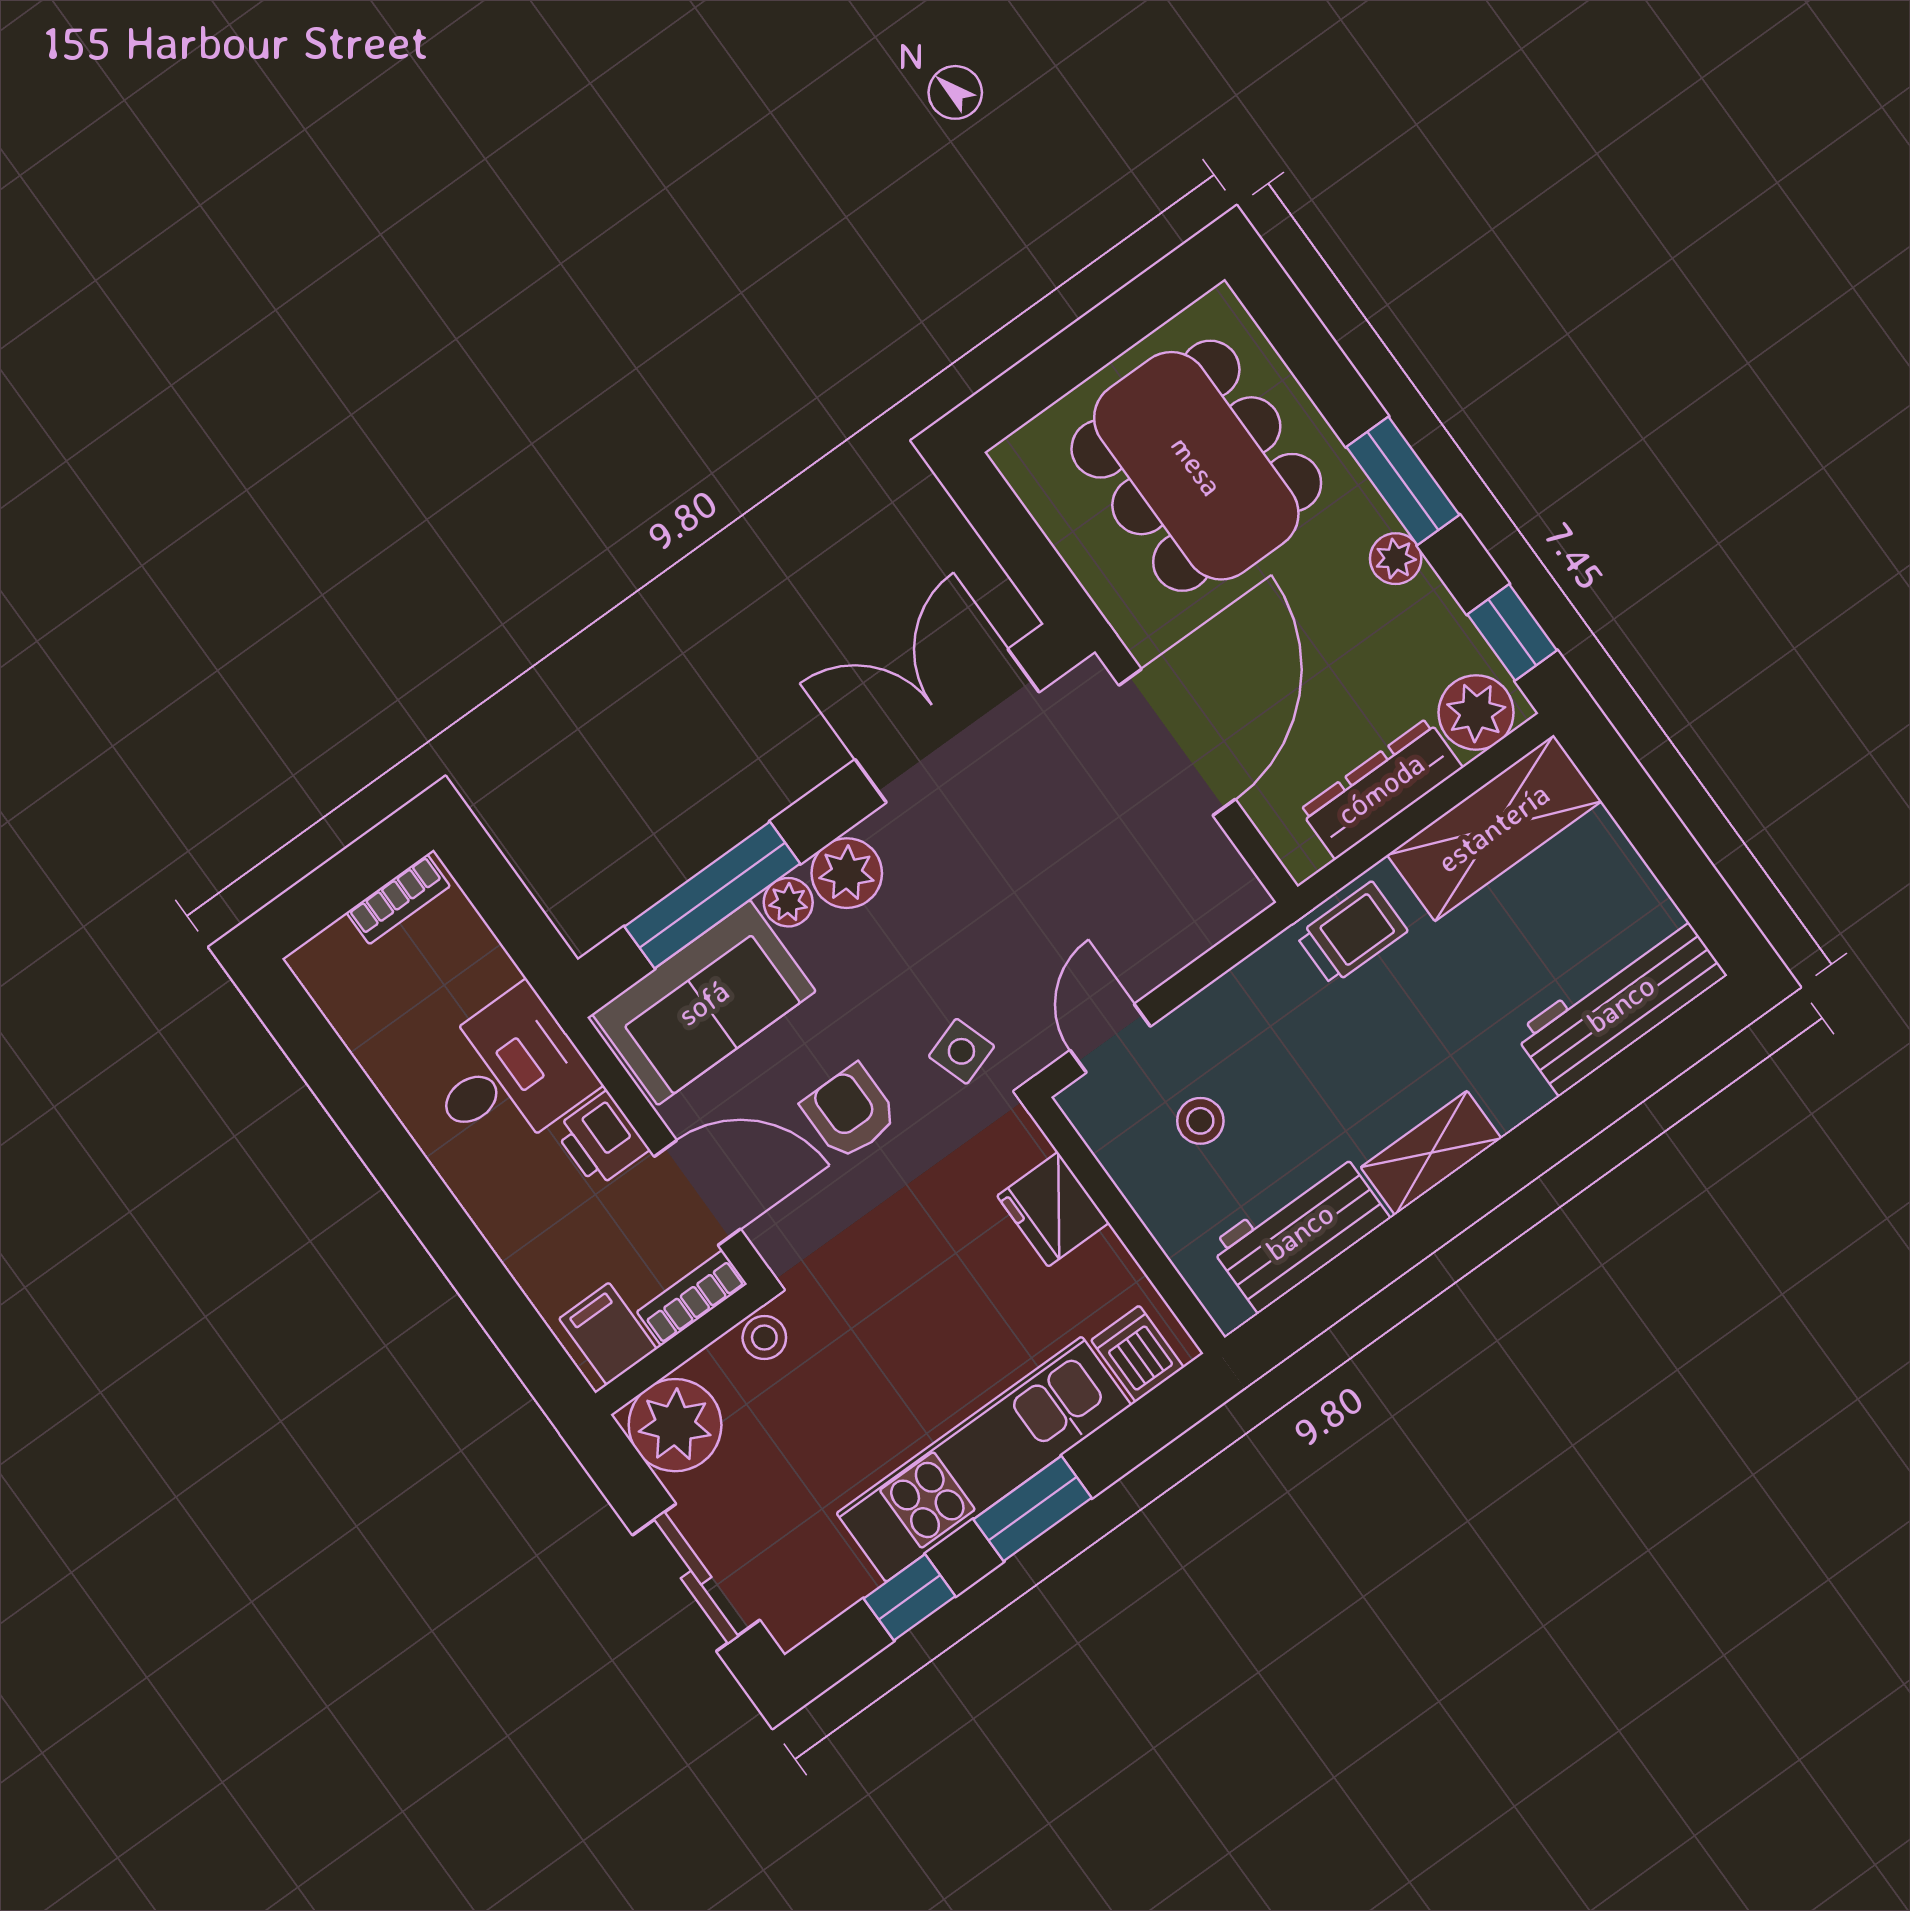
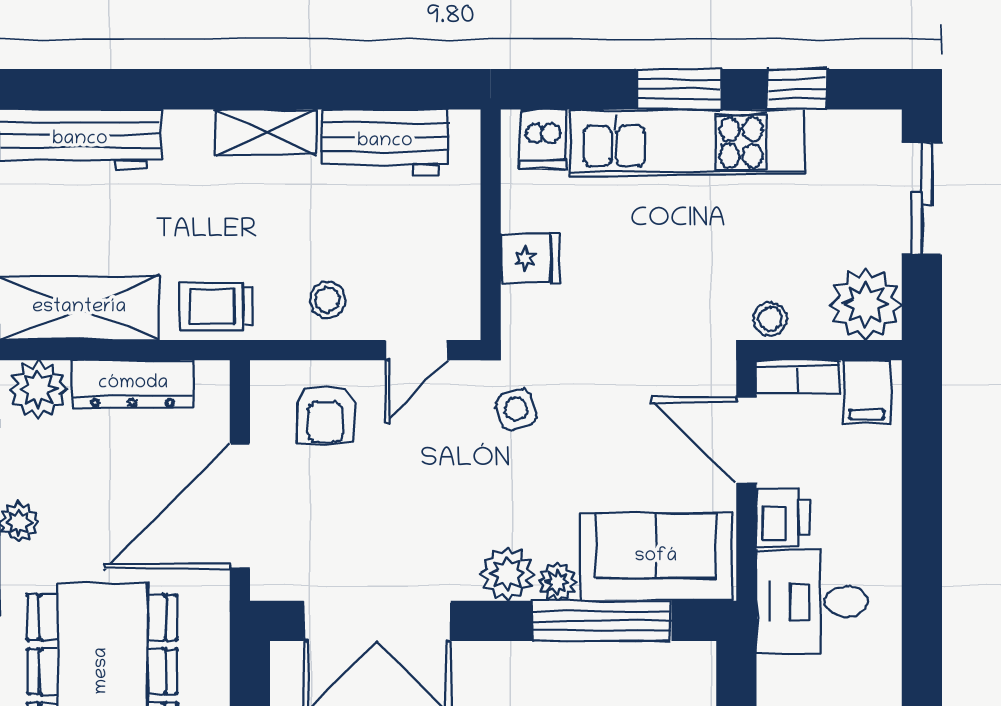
armchair: (850, 1112) -> (325, 414), moved
stool: (1200, 1121) -> (327, 300), moved
fridge: (1053, 1209) -> (530, 259), width x0.72

